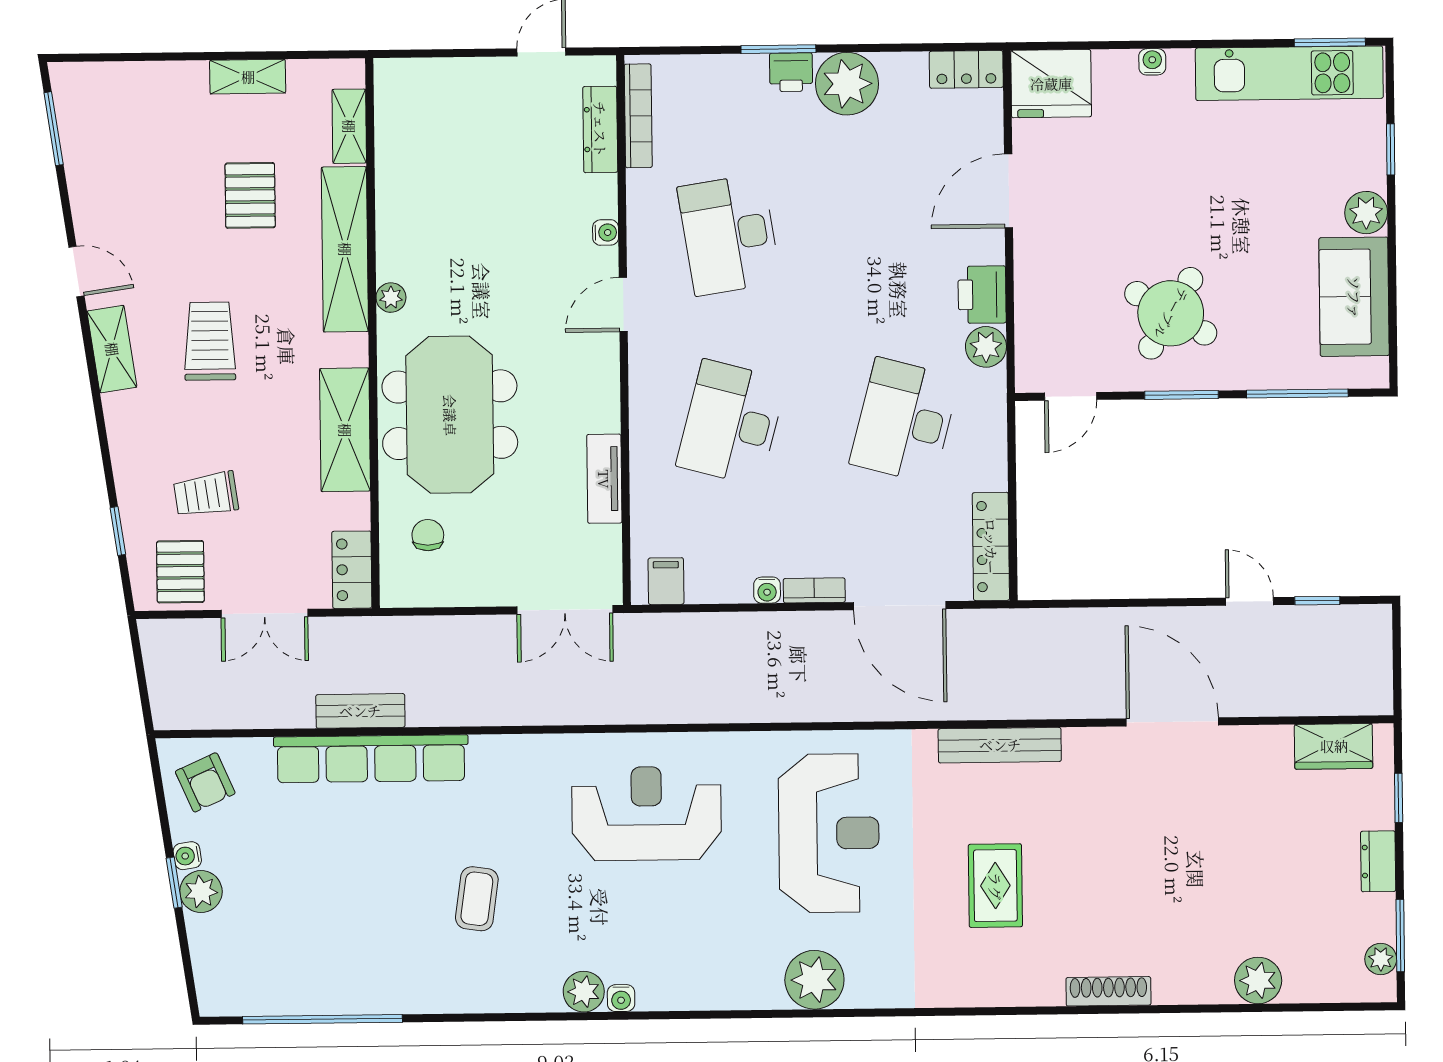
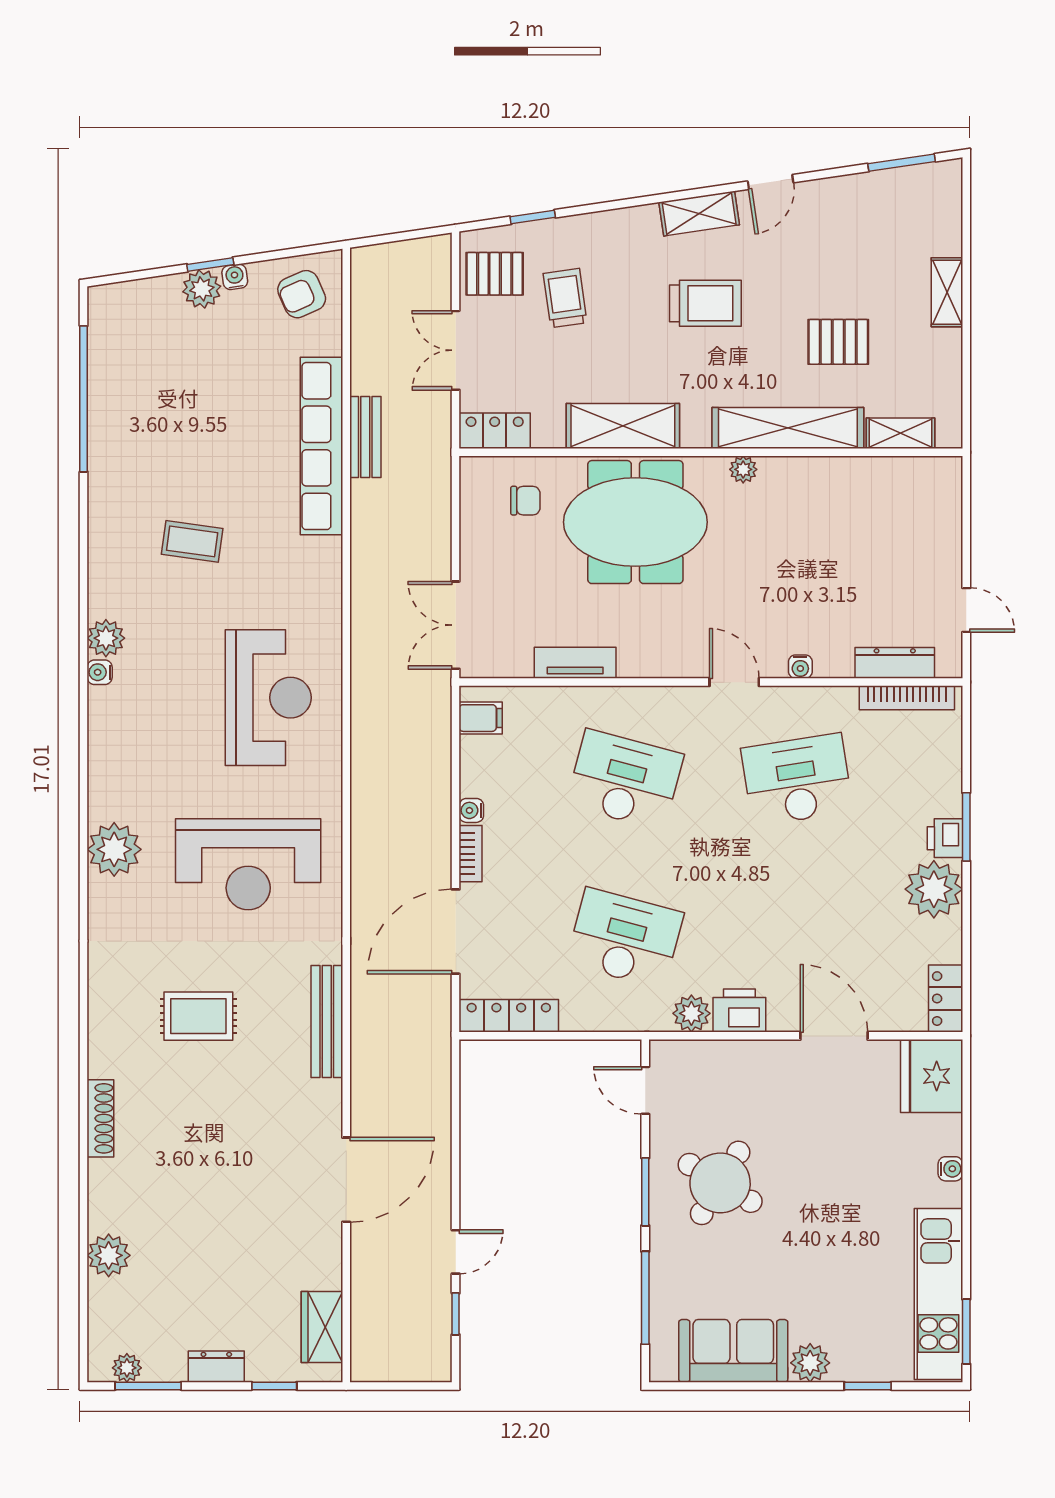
shelving: (248, 77) -> (947, 292), moved

